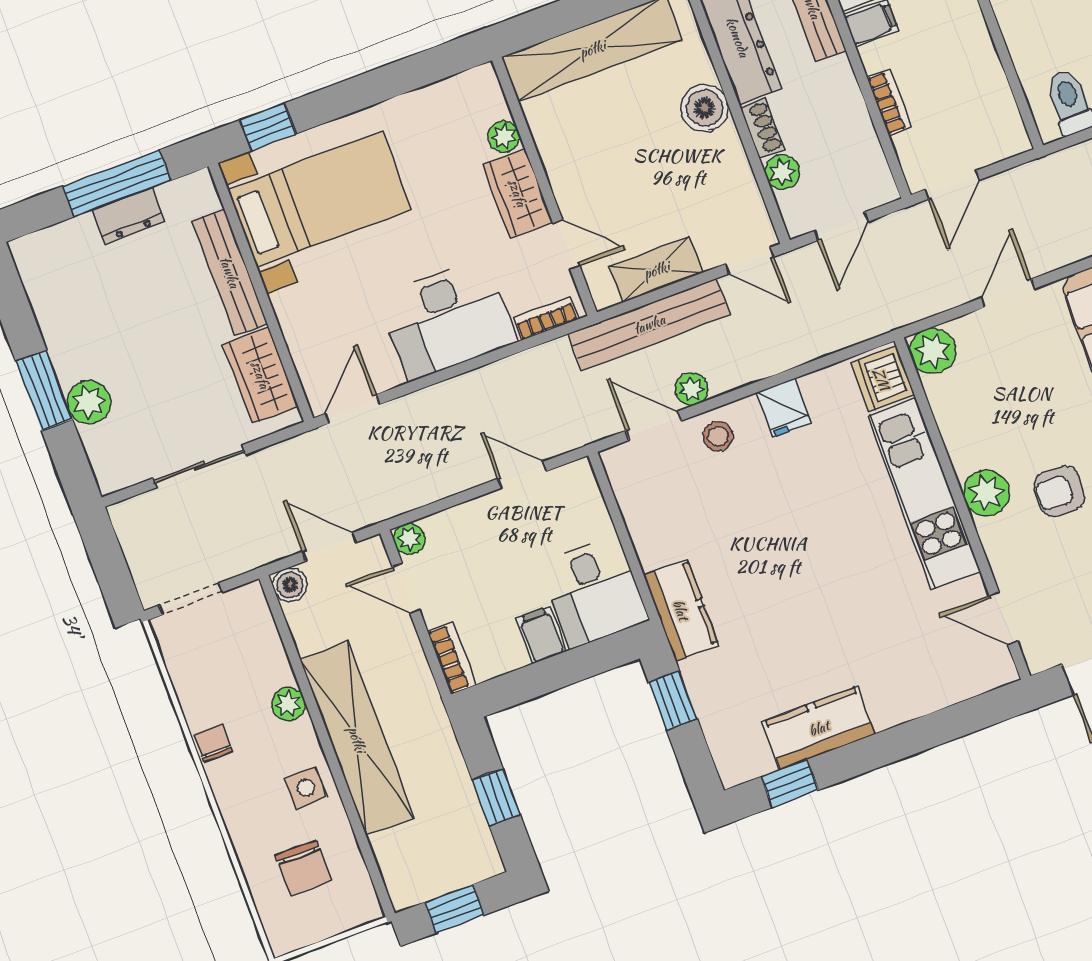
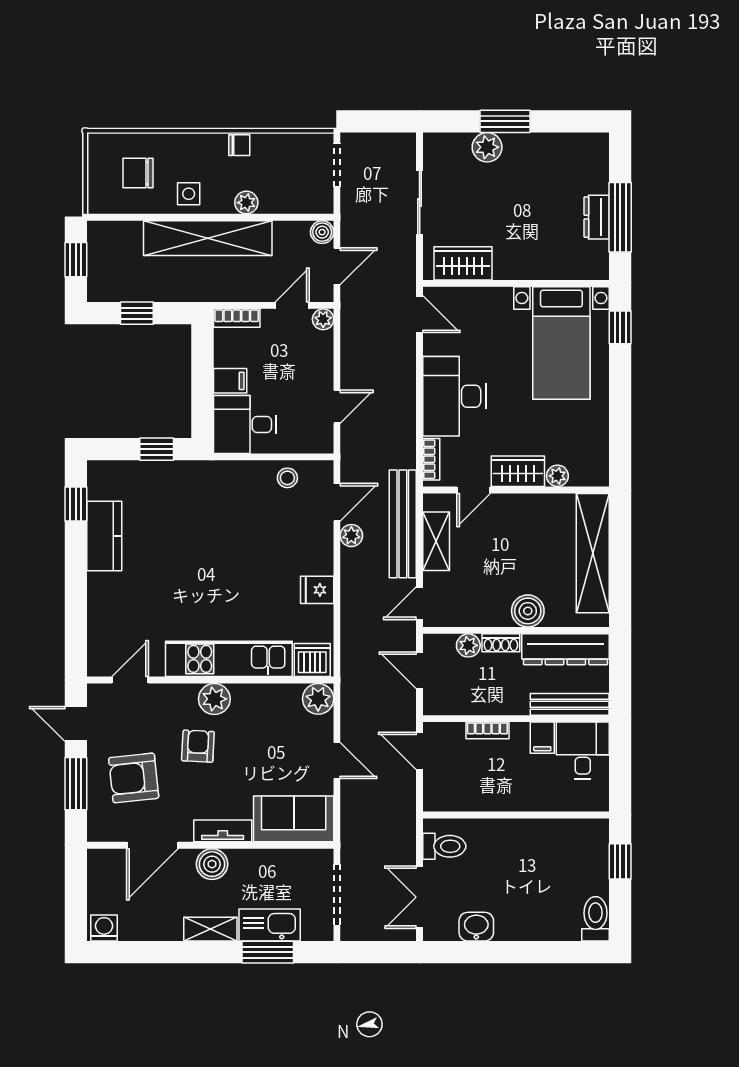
bench: (230, 272) -> (536, 268), removed
stool: (718, 436) -> (287, 478), moved
kitchen counter: (681, 610) -> (213, 476), removed

